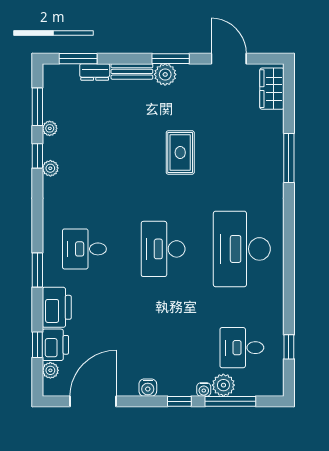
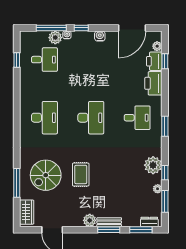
window: (171, 59) -> (109, 230), moved
dresser: (95, 72) -> (149, 222), moved
spiral stairs: (240, 151) -> (46, 175), added
window: (289, 158) -> (17, 183), moved
plant: (50, 168) -> (153, 165), width x1.87, depth x1.87
desk: (242, 249) -> (44, 118), width x0.73, depth x0.77
window: (37, 270) -> (165, 126), moved

